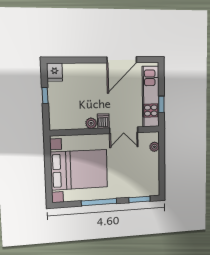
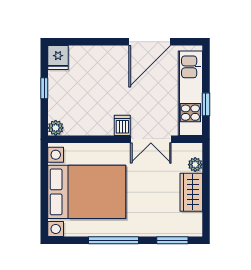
plant: (91, 123) -> (56, 128), moved
wardrobe: (152, 166) -> (191, 192), added

